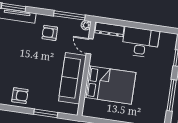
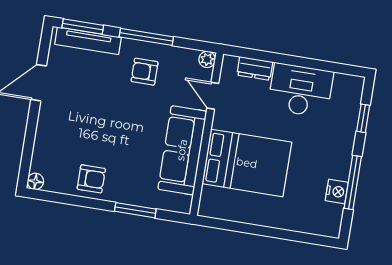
window: (69, 15) -> (146, 37), moved
dresser: (110, 29) -> (255, 68), width x0.70
nightstand: (162, 101) -> (337, 191), added

